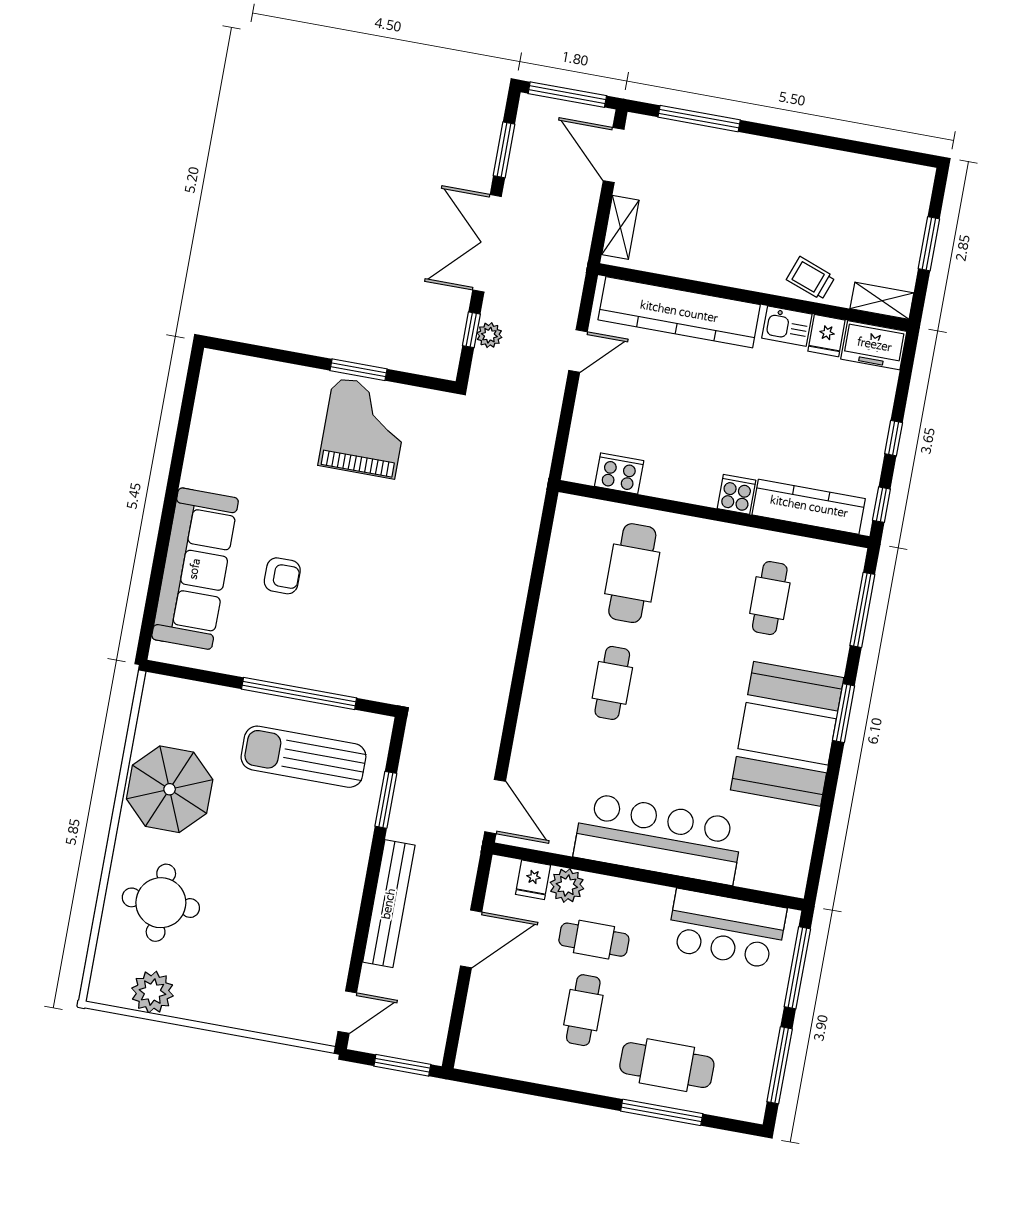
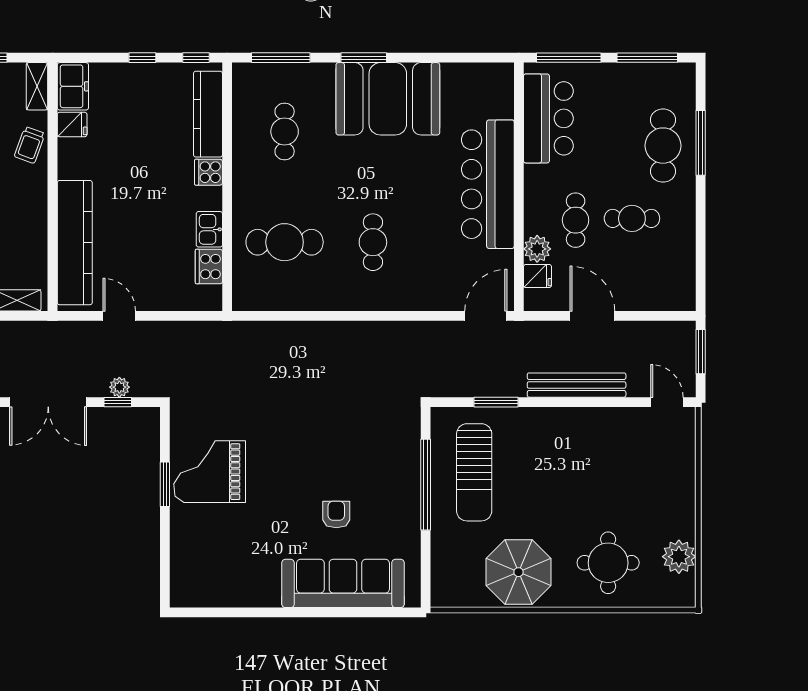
kitchen sink: (787, 326) -> (209, 229), moved, turned 180
cafe table: (770, 598) -> (285, 131), turned 90
cafe table: (612, 683) -> (373, 242), turned 90

